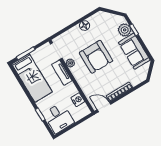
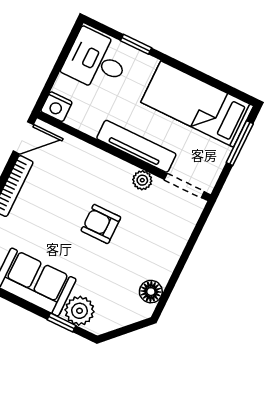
floor lamp: (85, 26) -> (151, 292), moved
armchair: (96, 57) -> (101, 224), width x0.53, depth x0.53
tv unit: (62, 73) -> (136, 146), width x1.41
nightstand: (78, 100) -> (56, 107), moved

